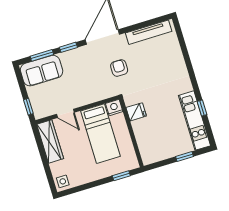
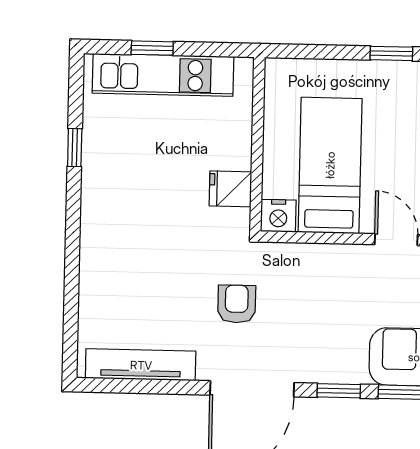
armchair: (119, 68) -> (237, 304), turned 180
kitchen unit: (194, 121) -> (163, 75), moved, turned 90
window: (121, 176) -> (391, 53), moved

